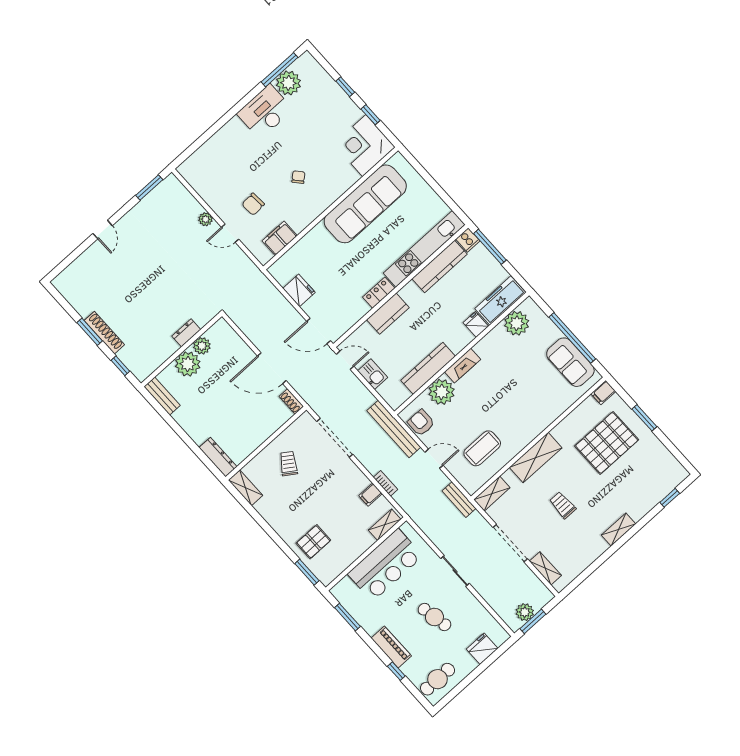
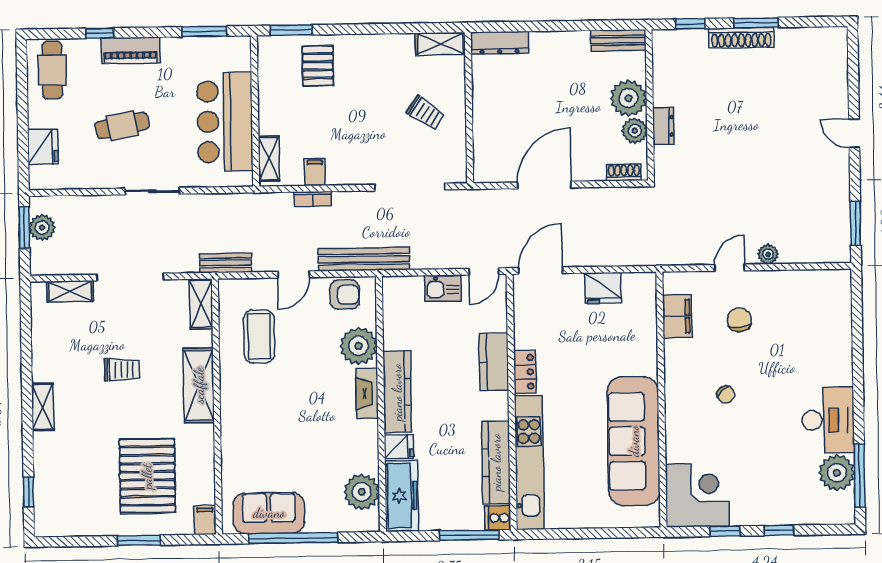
kitchen counter: (428, 368) -> (397, 392), moved
shoe rack: (291, 401) -> (624, 172), moved

